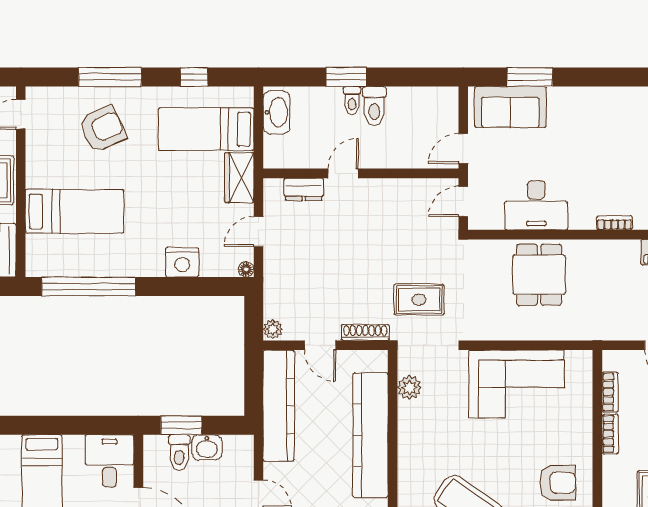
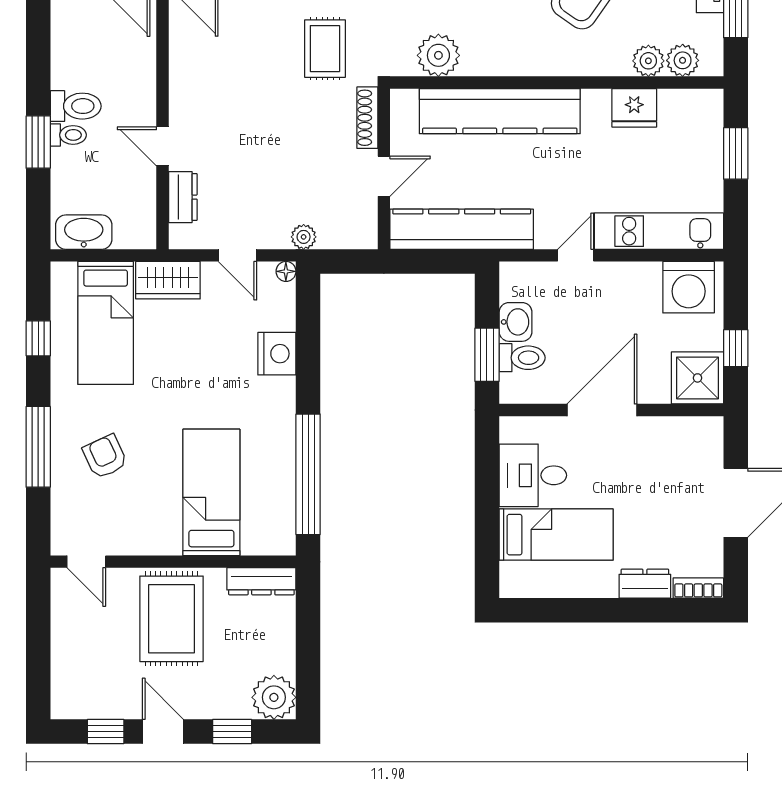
armchair: (102, 129) -> (105, 457), width x0.72, depth x0.72
plant: (273, 329) -> (304, 237), moved
plant: (409, 388) -> (438, 55), width x1.36, depth x1.36
desk: (109, 461) -> (533, 475), moved

